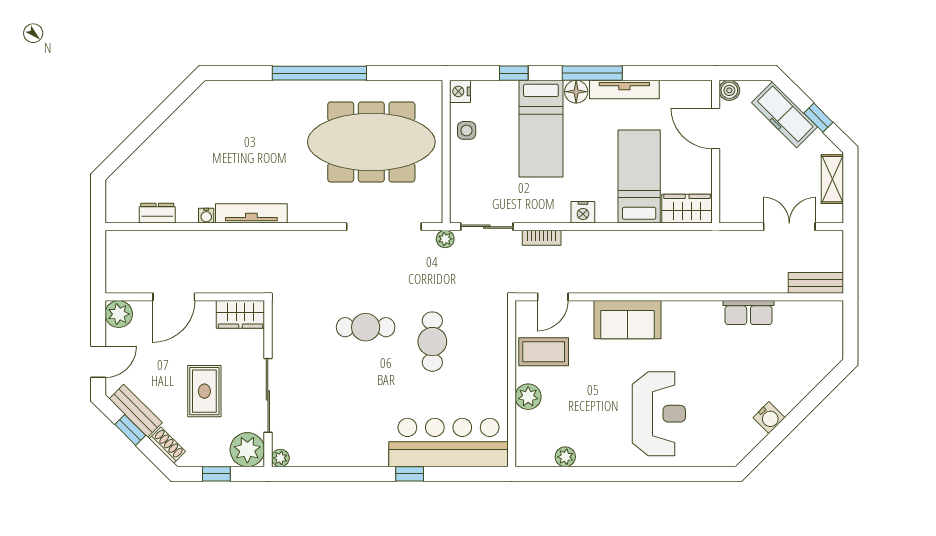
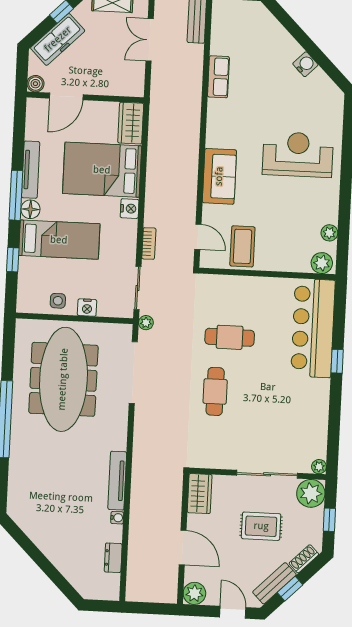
nightstand: (460, 91) -> (87, 308), moved
bed: (639, 176) -> (102, 170), width x1.50
plant: (528, 397) -> (322, 263), moved

